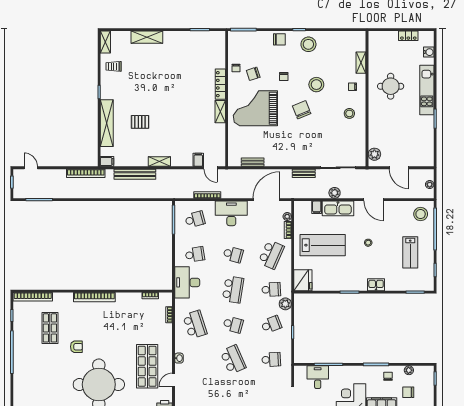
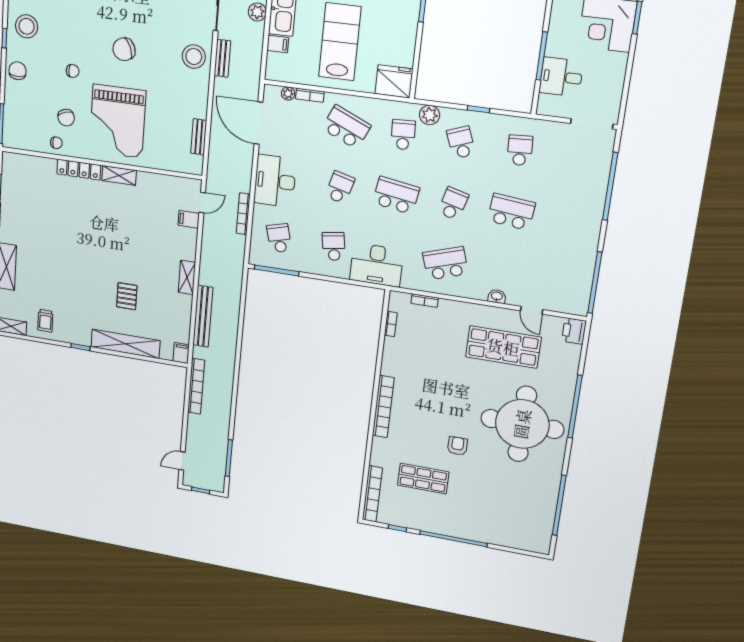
stool: (316, 85) -> (194, 57), moved
school desk: (233, 360) -> (511, 212), turned 30

